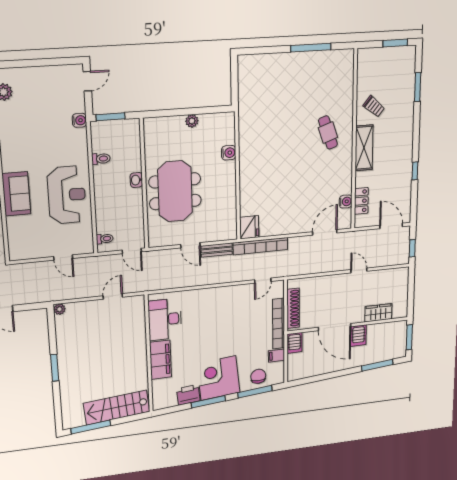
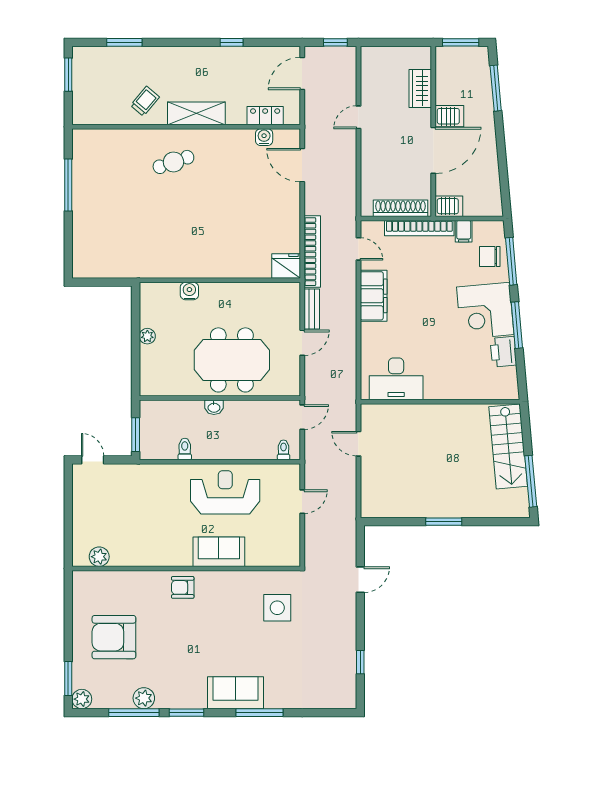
water cooler: (79, 120) -> (137, 472), removed
plant: (59, 309) -> (367, 511), removed
filing cabinet: (161, 360) -> (374, 296), moved, turned 90

